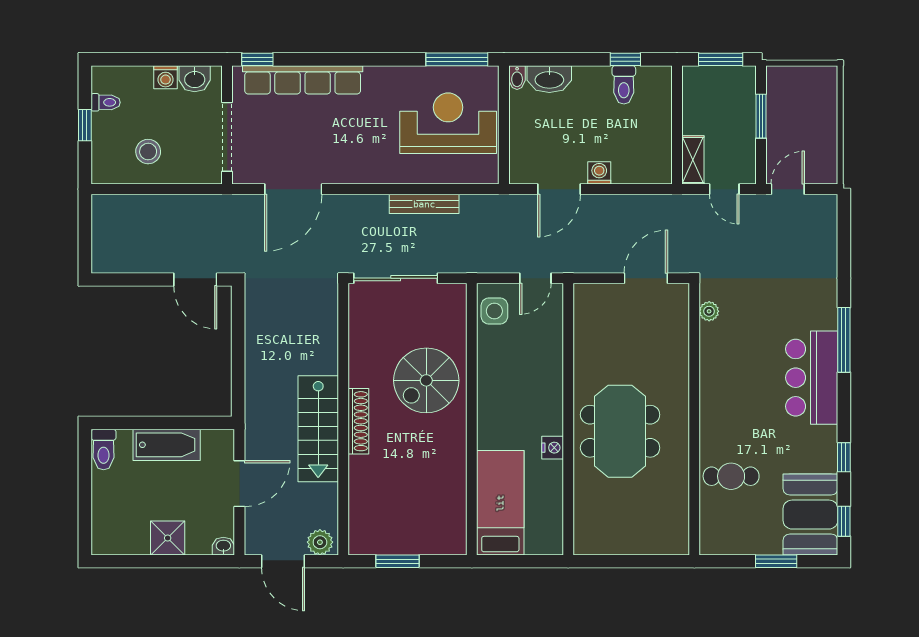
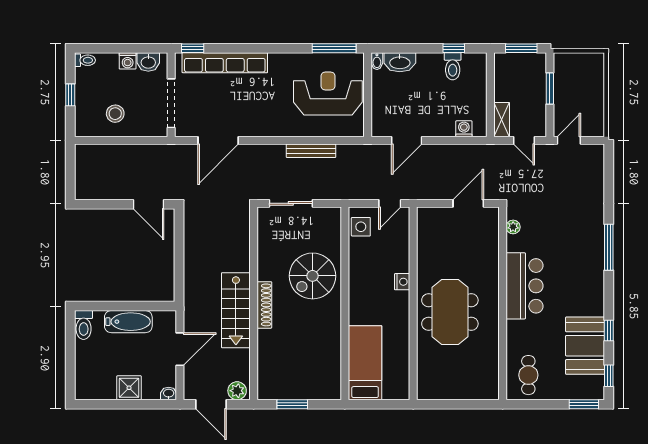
toilet: (106, 102) -> (85, 60), moved
washing machine: (599, 173) -> (464, 129), moved
sliding door: (396, 278) -> (291, 203), width x0.73
bar counter: (812, 378) -> (525, 286), moved, turned 180
nightstand: (553, 448) -> (402, 282), moved
cafe table: (731, 476) -> (528, 375), moved, turned 90
booth: (810, 515) -> (585, 346), moved
window: (776, 561) -> (584, 404), moved

